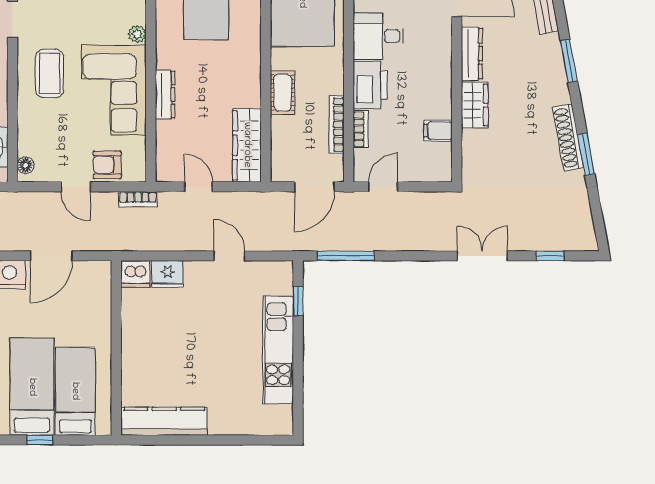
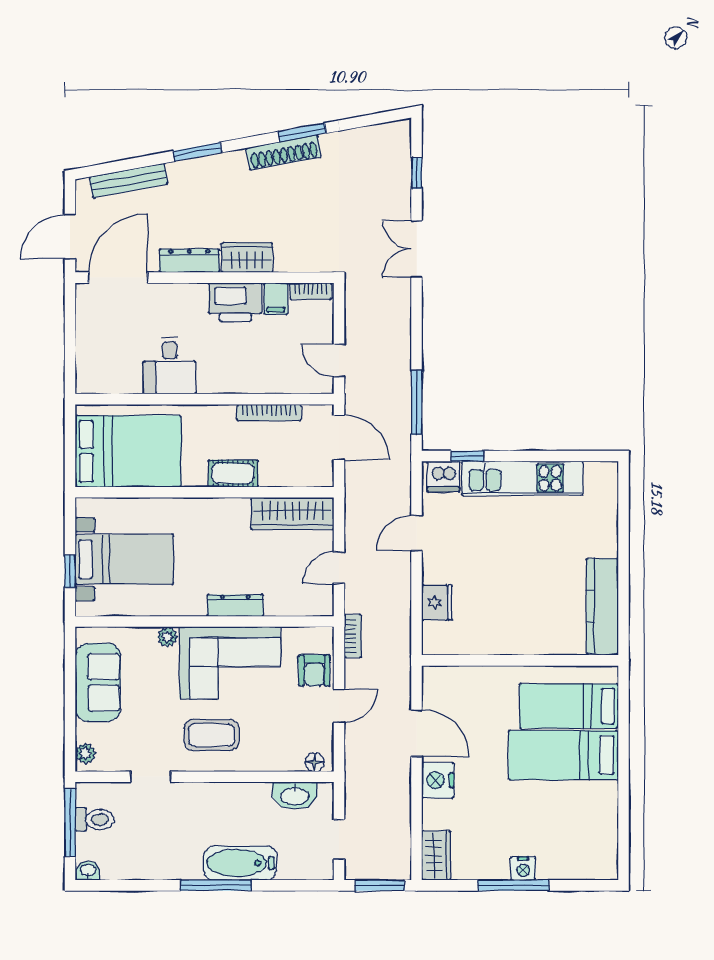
printer: (370, 85) -> (235, 302), moved, turned 180
bookcase: (361, 129) -> (311, 291), moved, turned 180
dishwasher: (135, 274) -> (443, 477), moved, turned 90
window: (40, 440) -> (623, 746), removed

